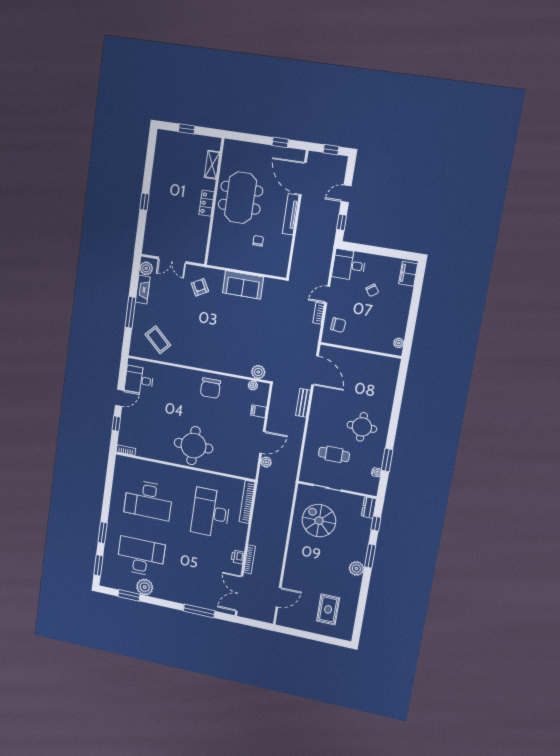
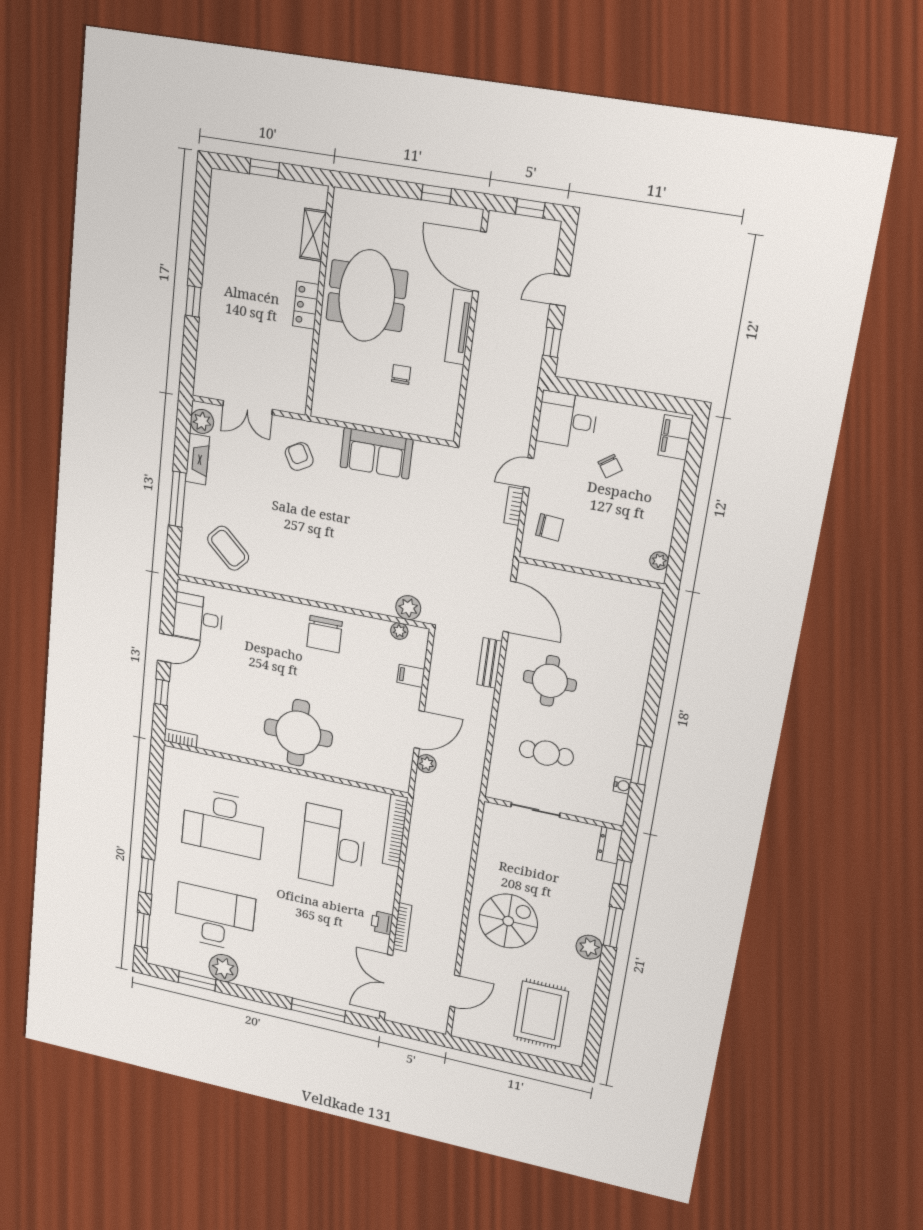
round table: (362, 427) -> (550, 681), moved
spiral stairs: (319, 521) -> (508, 921), moved, turned 90
rug: (328, 609) -> (541, 1014), width x1.36, depth x1.43

